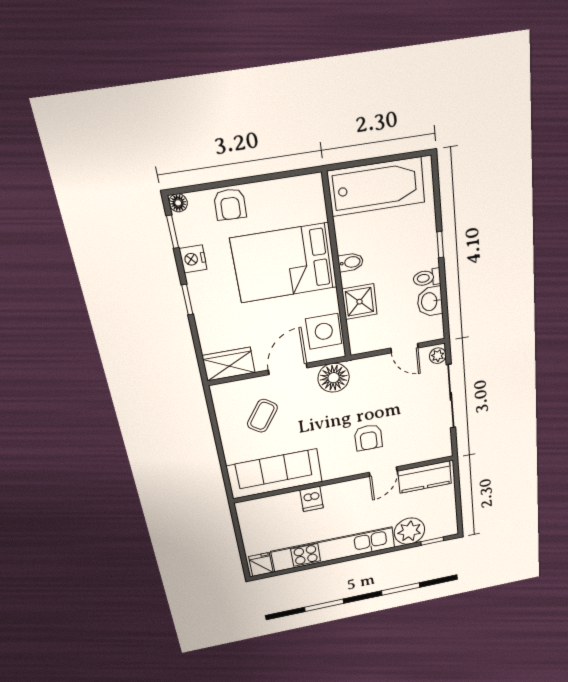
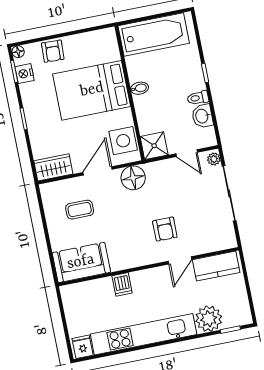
nightstand: (193, 259) -> (25, 74), moved
shower: (360, 302) -> (154, 146), moved
coffee table: (262, 416) -> (80, 210), turned 55
sofa: (275, 474) -> (81, 262), width x0.73

